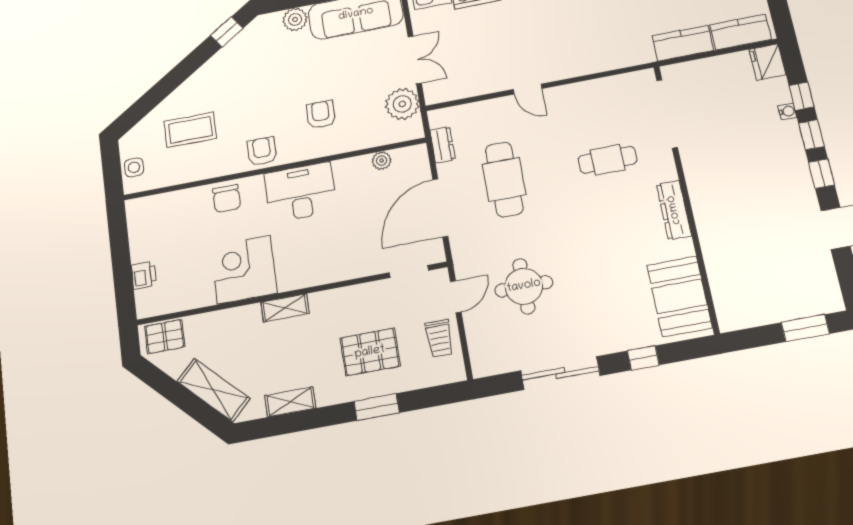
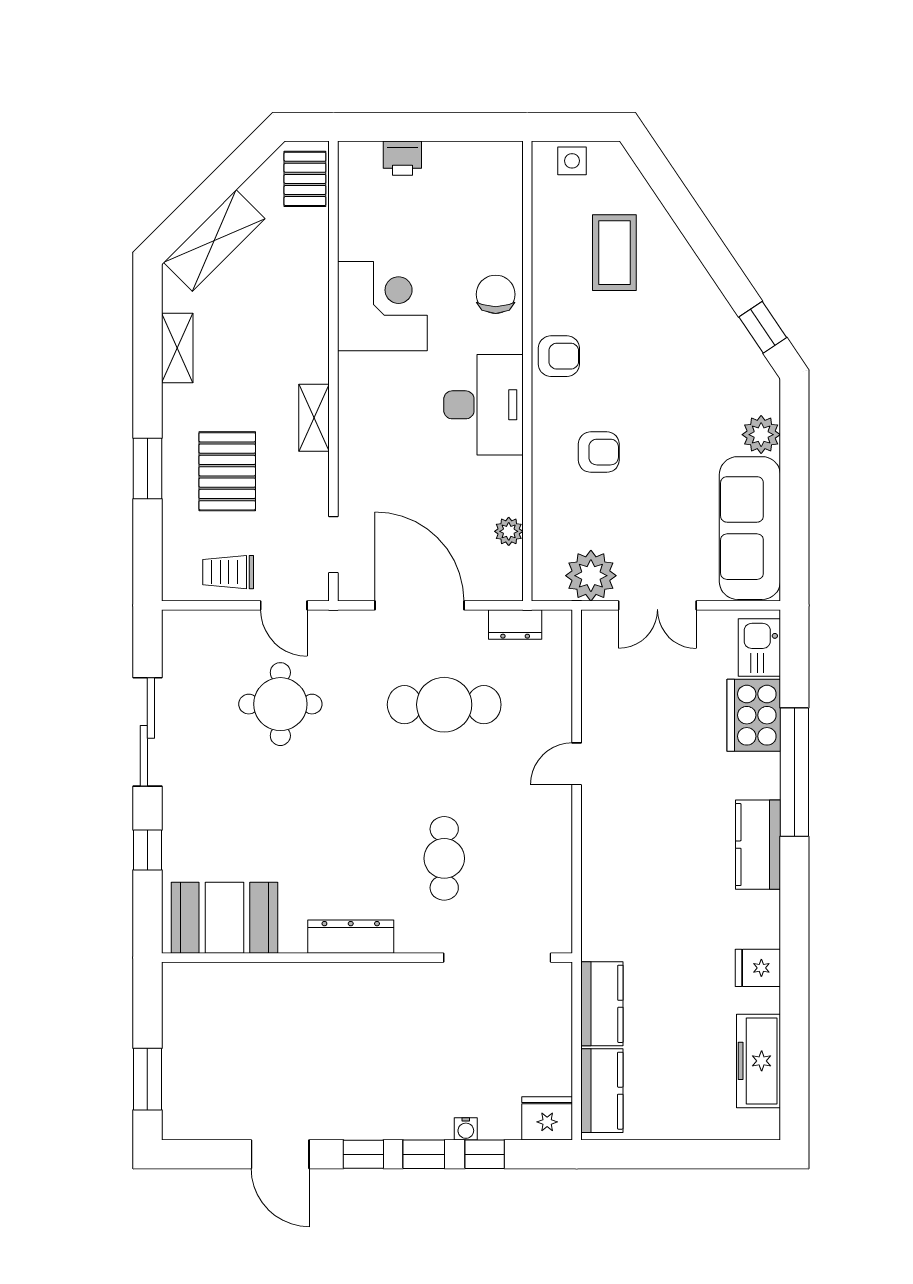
chair: (227, 198) -> (496, 294), turned 90
shelving: (285, 308) -> (314, 418), moved

